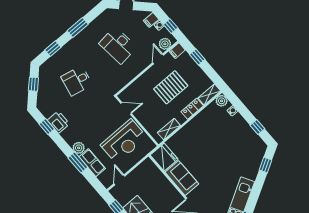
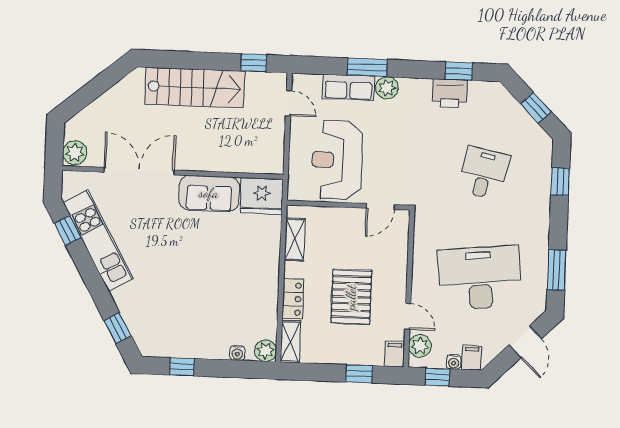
window: (78, 27) -> (557, 270), moved
desk: (118, 45) -> (480, 278), width x1.36, depth x1.30

